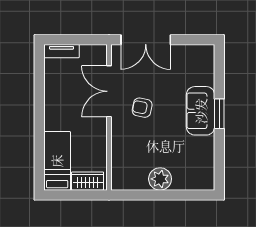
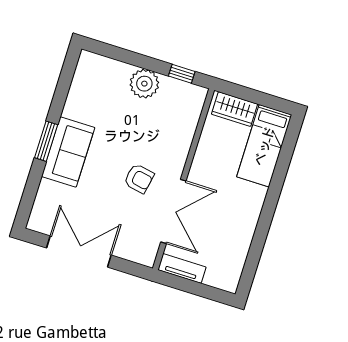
double door: (146, 40) -> (79, 252), moved
tv unit: (61, 51) -> (182, 268), moved
window: (135, 195) -> (182, 74), added

